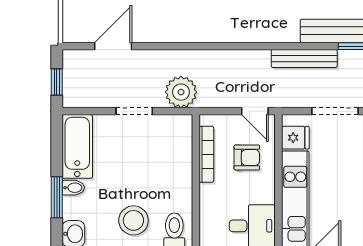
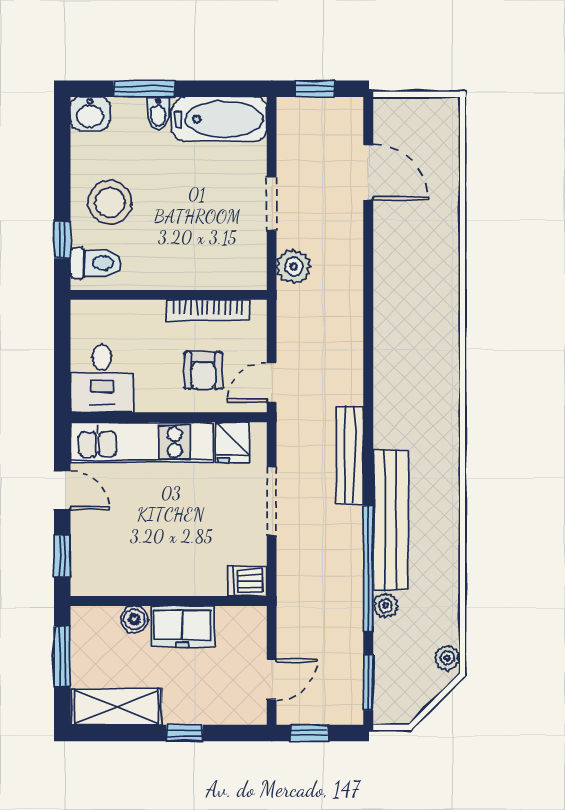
plant: (181, 92) -> (294, 267), width x0.73, depth x0.73

